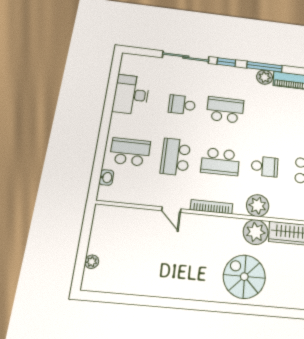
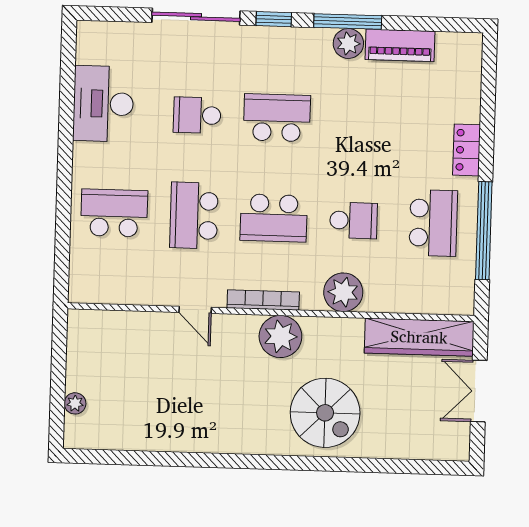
washbasin: (106, 177) -> (80, 262), removed
plant: (256, 232) -> (280, 336), moved
spiral stairs: (244, 277) -> (325, 413), turned 180

